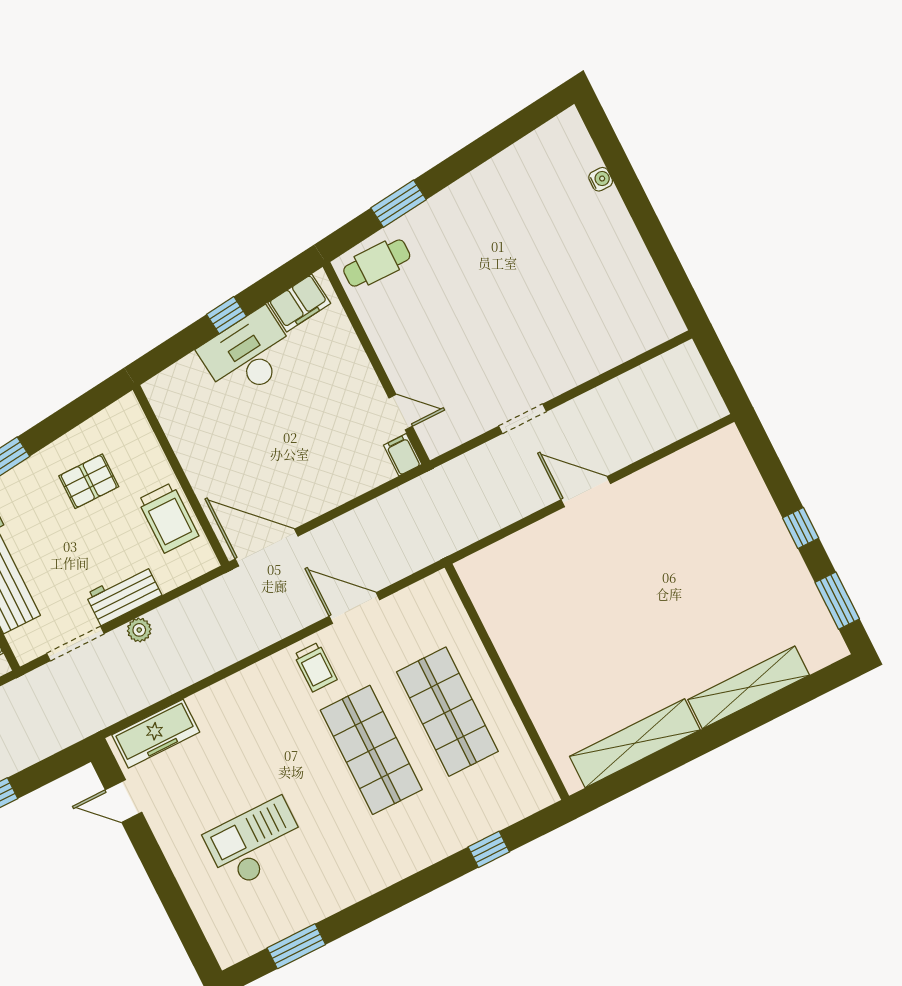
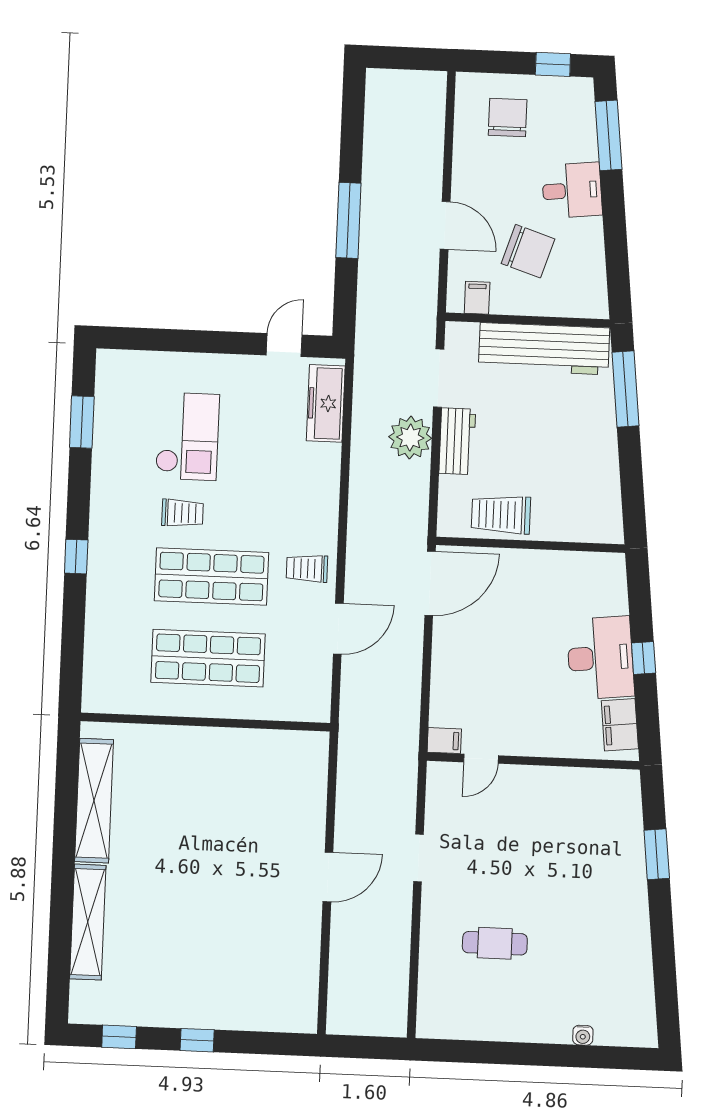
cafe table: (377, 263) -> (495, 943), moved, turned 90
pallet: (89, 481) -> (569, 465), removed
window: (837, 601) -> (119, 1037), width x0.67
plant: (139, 630) -> (410, 438), width x1.88, depth x1.88
trolley: (328, 808) -> (182, 513), added
window: (489, 849) -> (76, 557), moved

